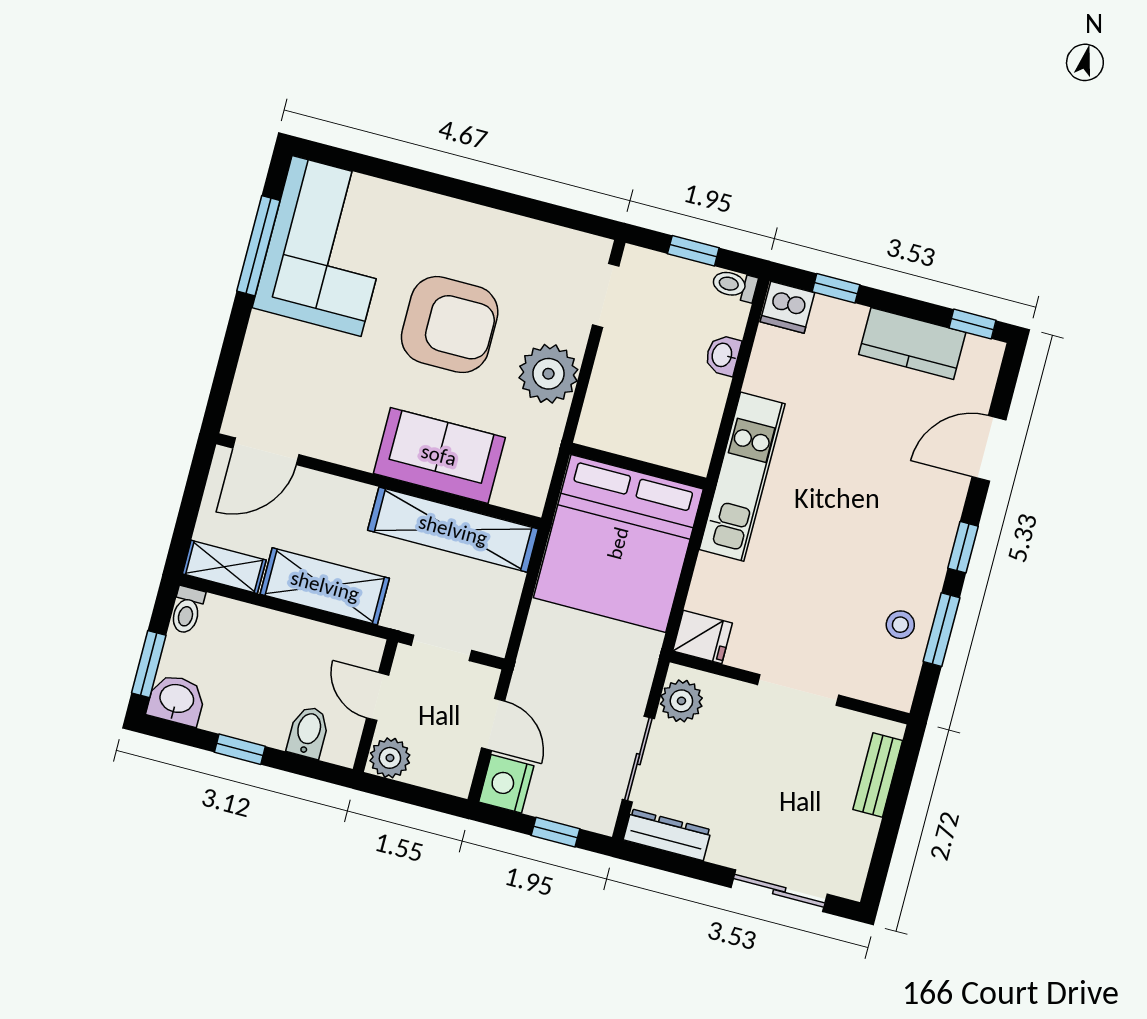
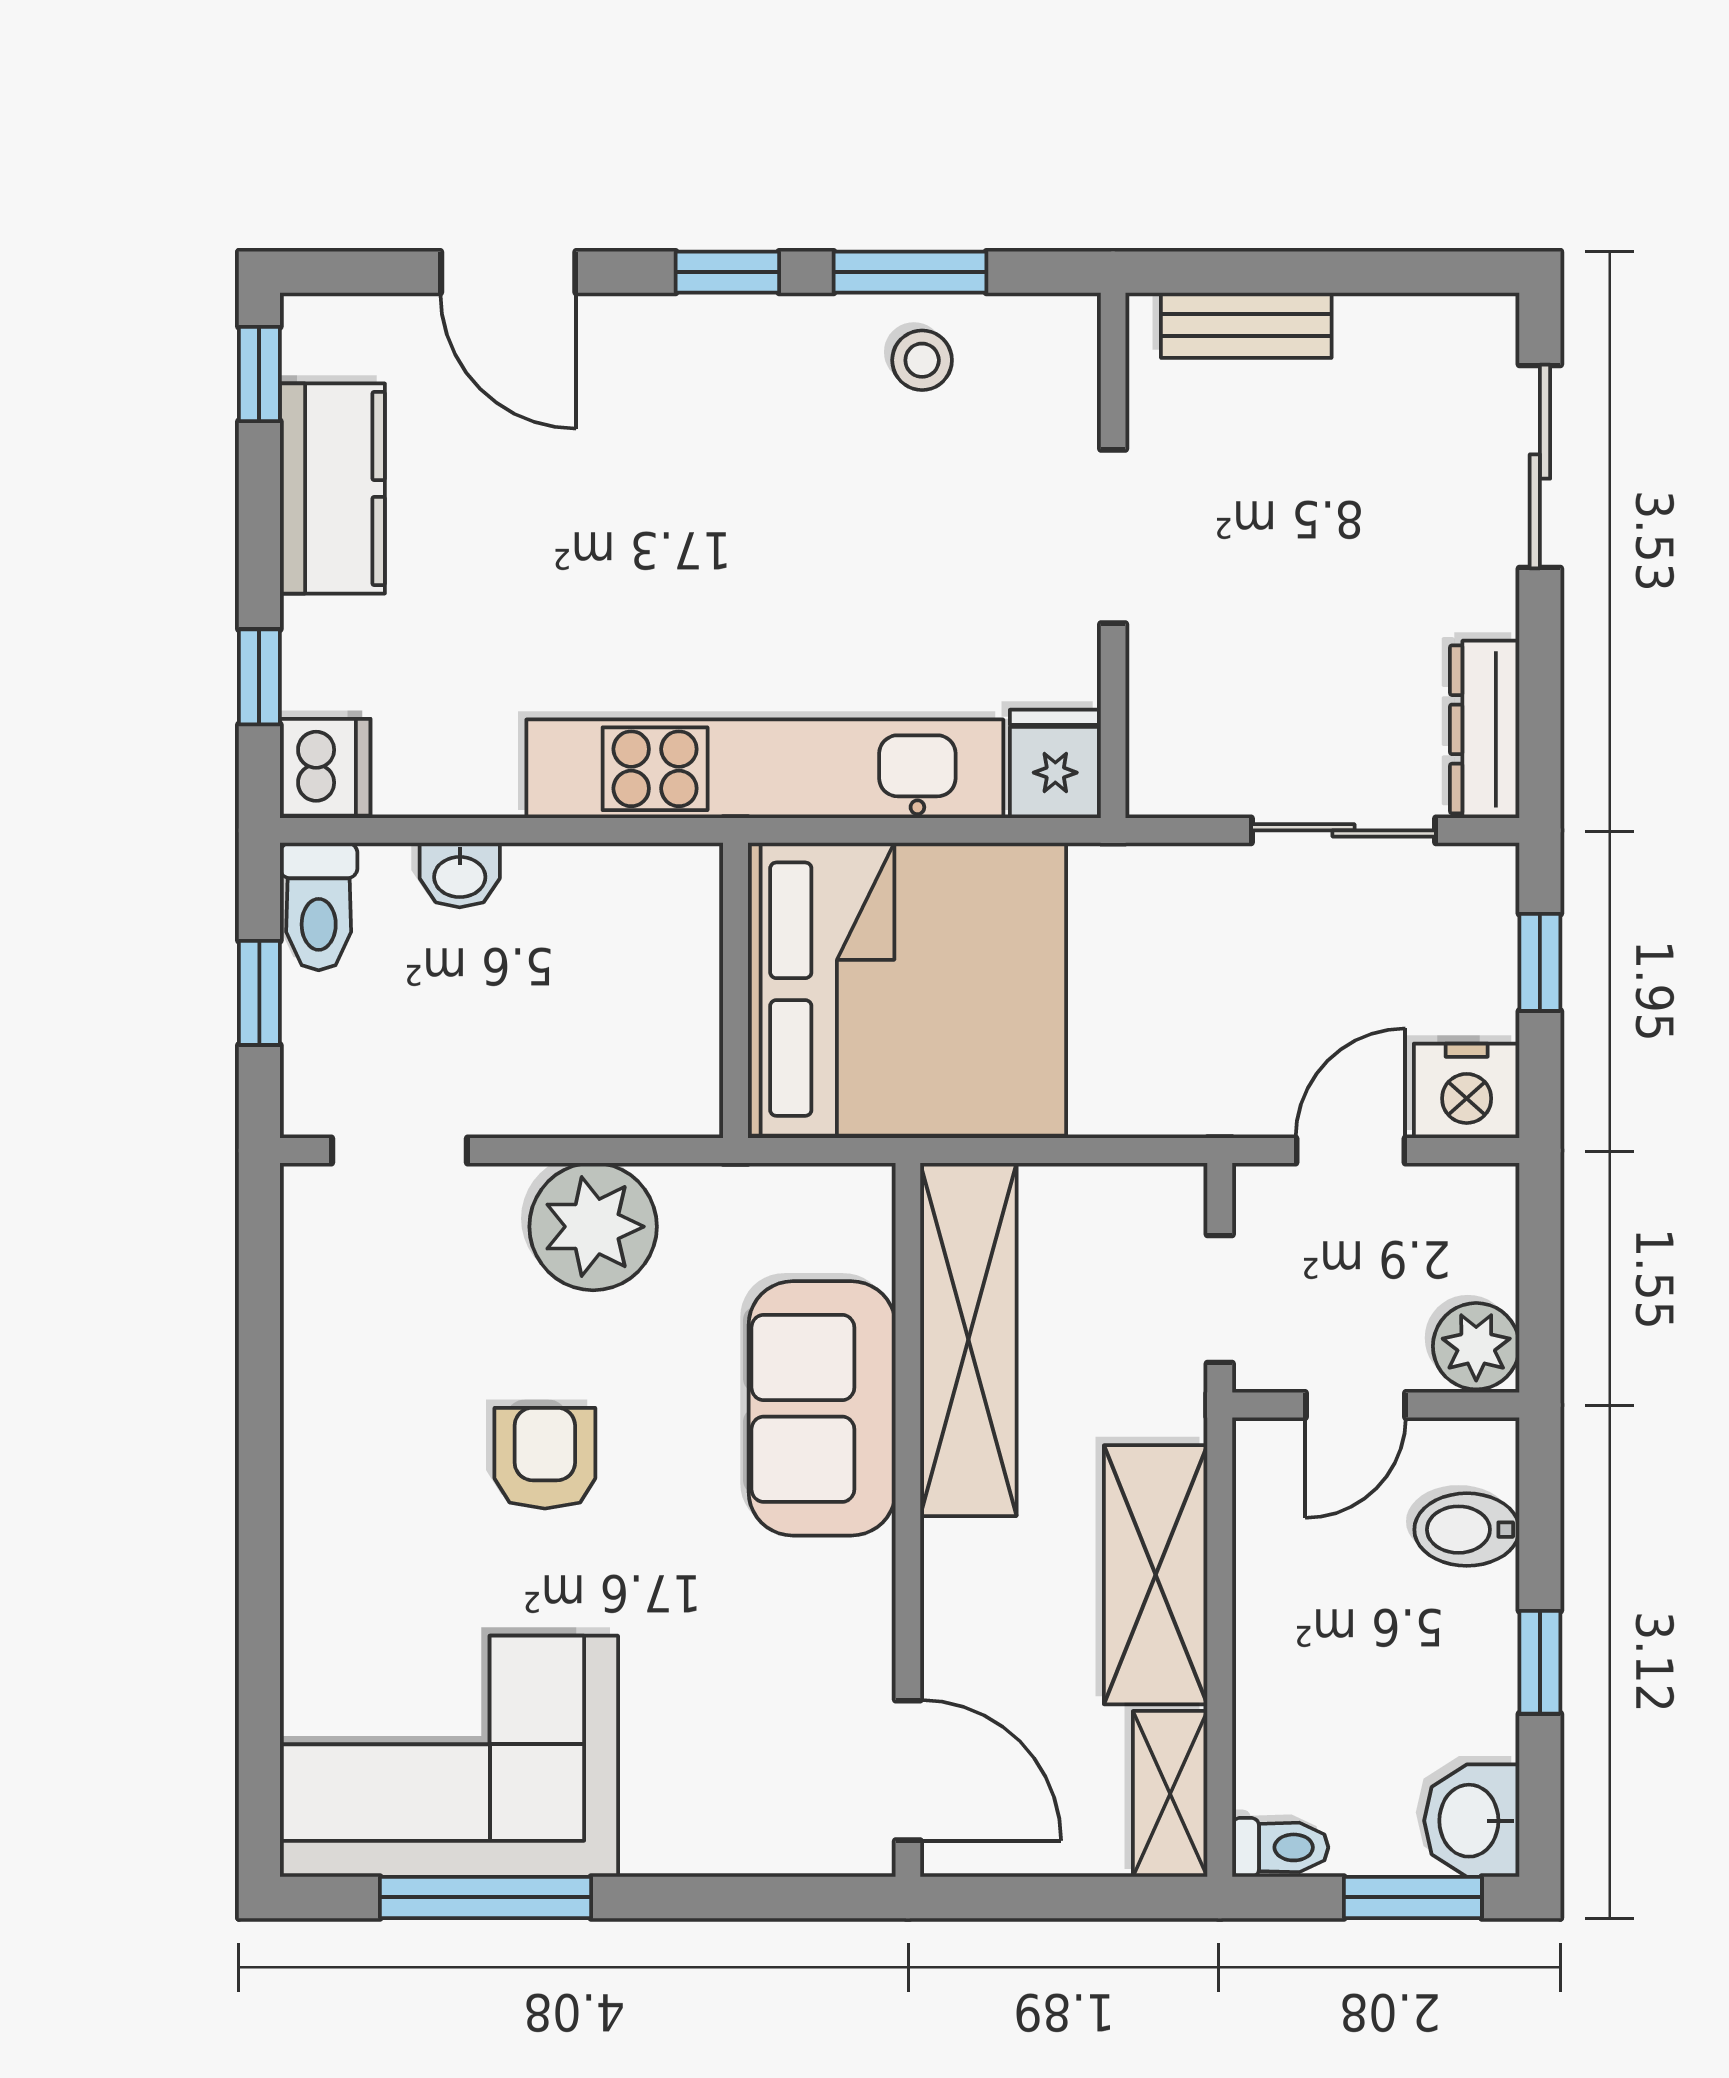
toilet: (735, 285) -> (319, 906), width x1.37, depth x1.39
armchair: (450, 325) -> (545, 1458), width x0.53, depth x0.53
kitchen unit: (742, 477) -> (765, 769), width x1.36
plant: (681, 701) -> (1199, 773), removed

